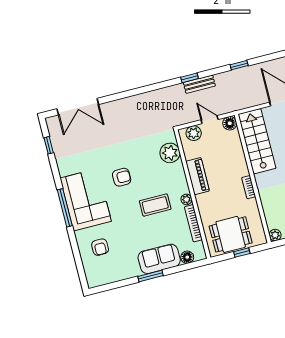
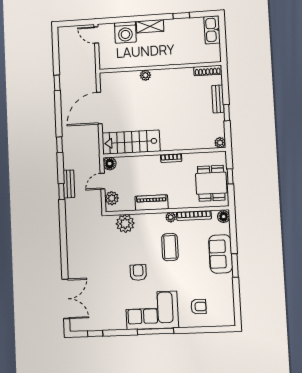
floor lamp: (187, 257) -> (224, 217), moved

